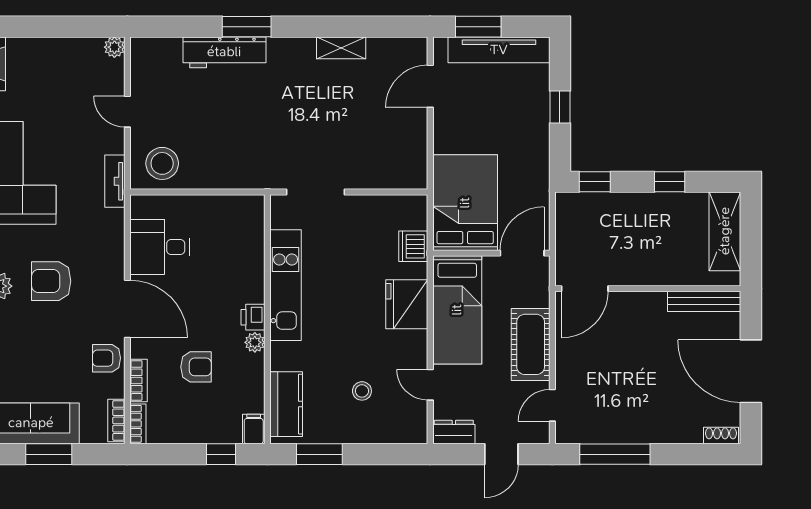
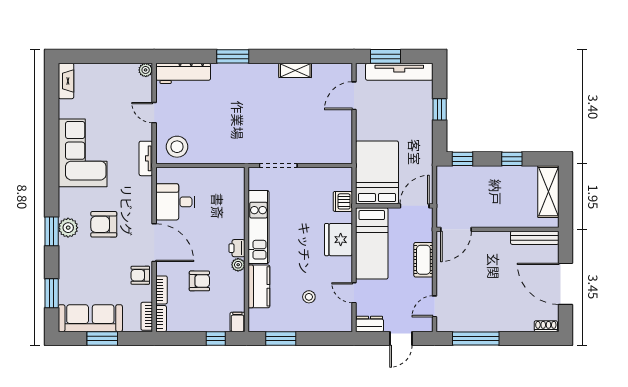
workbench: (224, 52) -> (183, 73), moved
cot: (531, 344) -> (423, 260), width x0.73, depth x0.75
kitchen counter: (286, 404) -> (259, 286), moved

